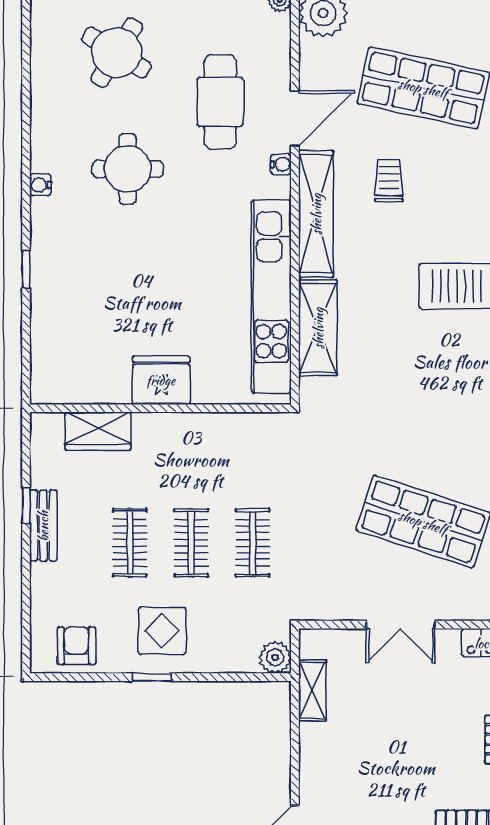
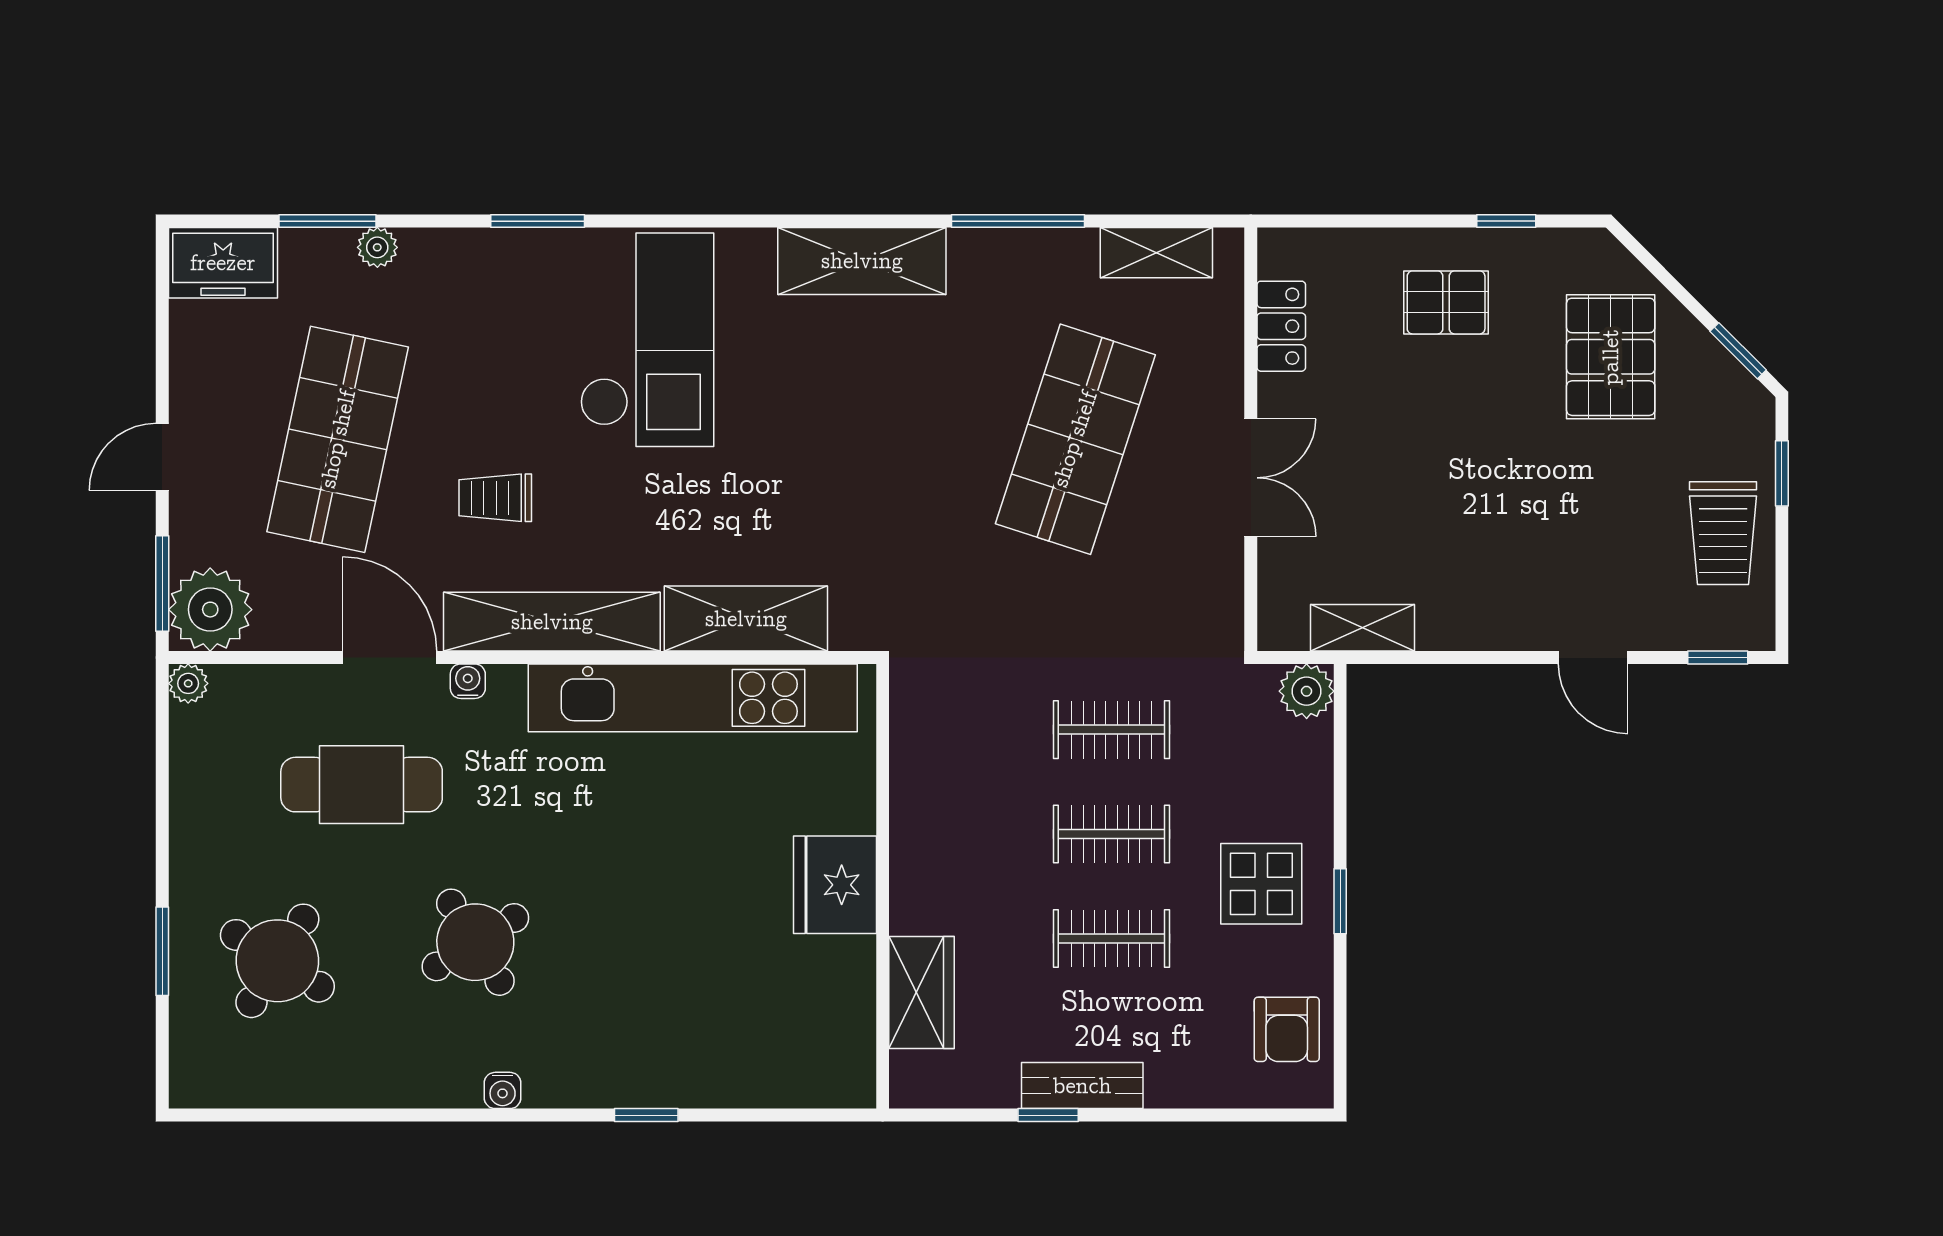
round table: (128, 169) -> (475, 942), turned -32
armchair: (76, 646) -> (1287, 1029), turned -90

